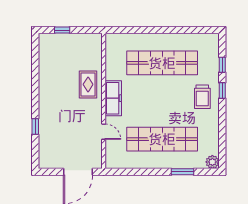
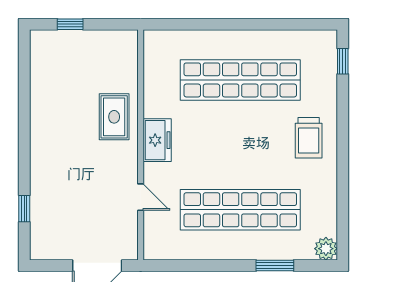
window: (222, 65) -> (343, 61), moved
window: (222, 91) -> (343, 127), removed
freezer: (113, 98) -> (157, 140), width x0.71
window: (35, 126) -> (24, 209), moved

